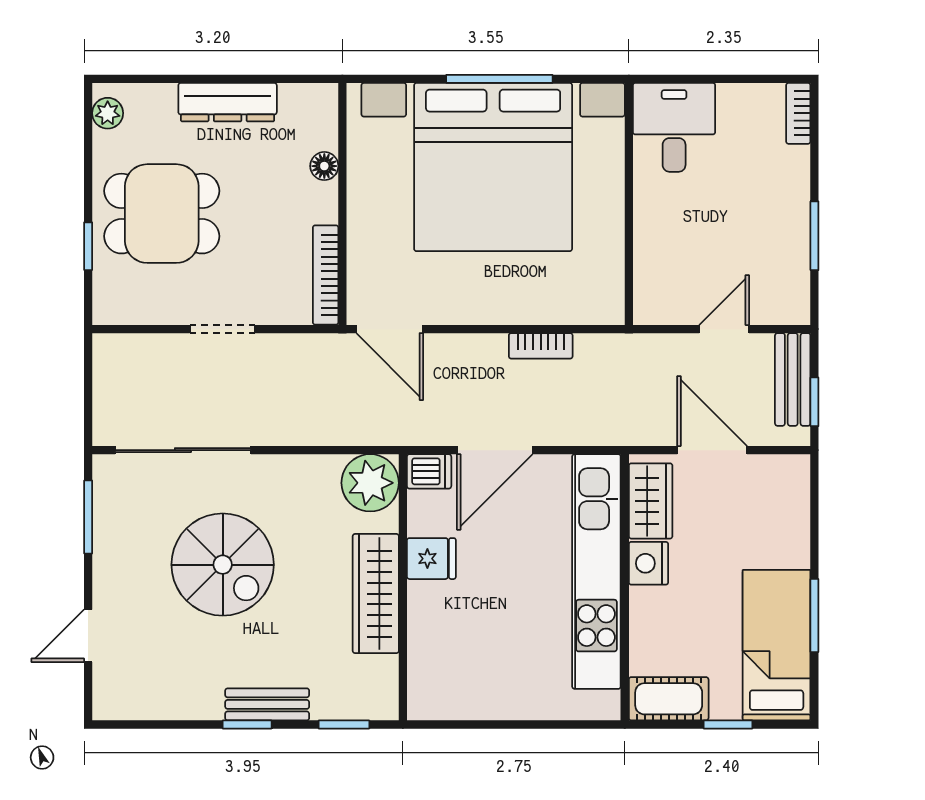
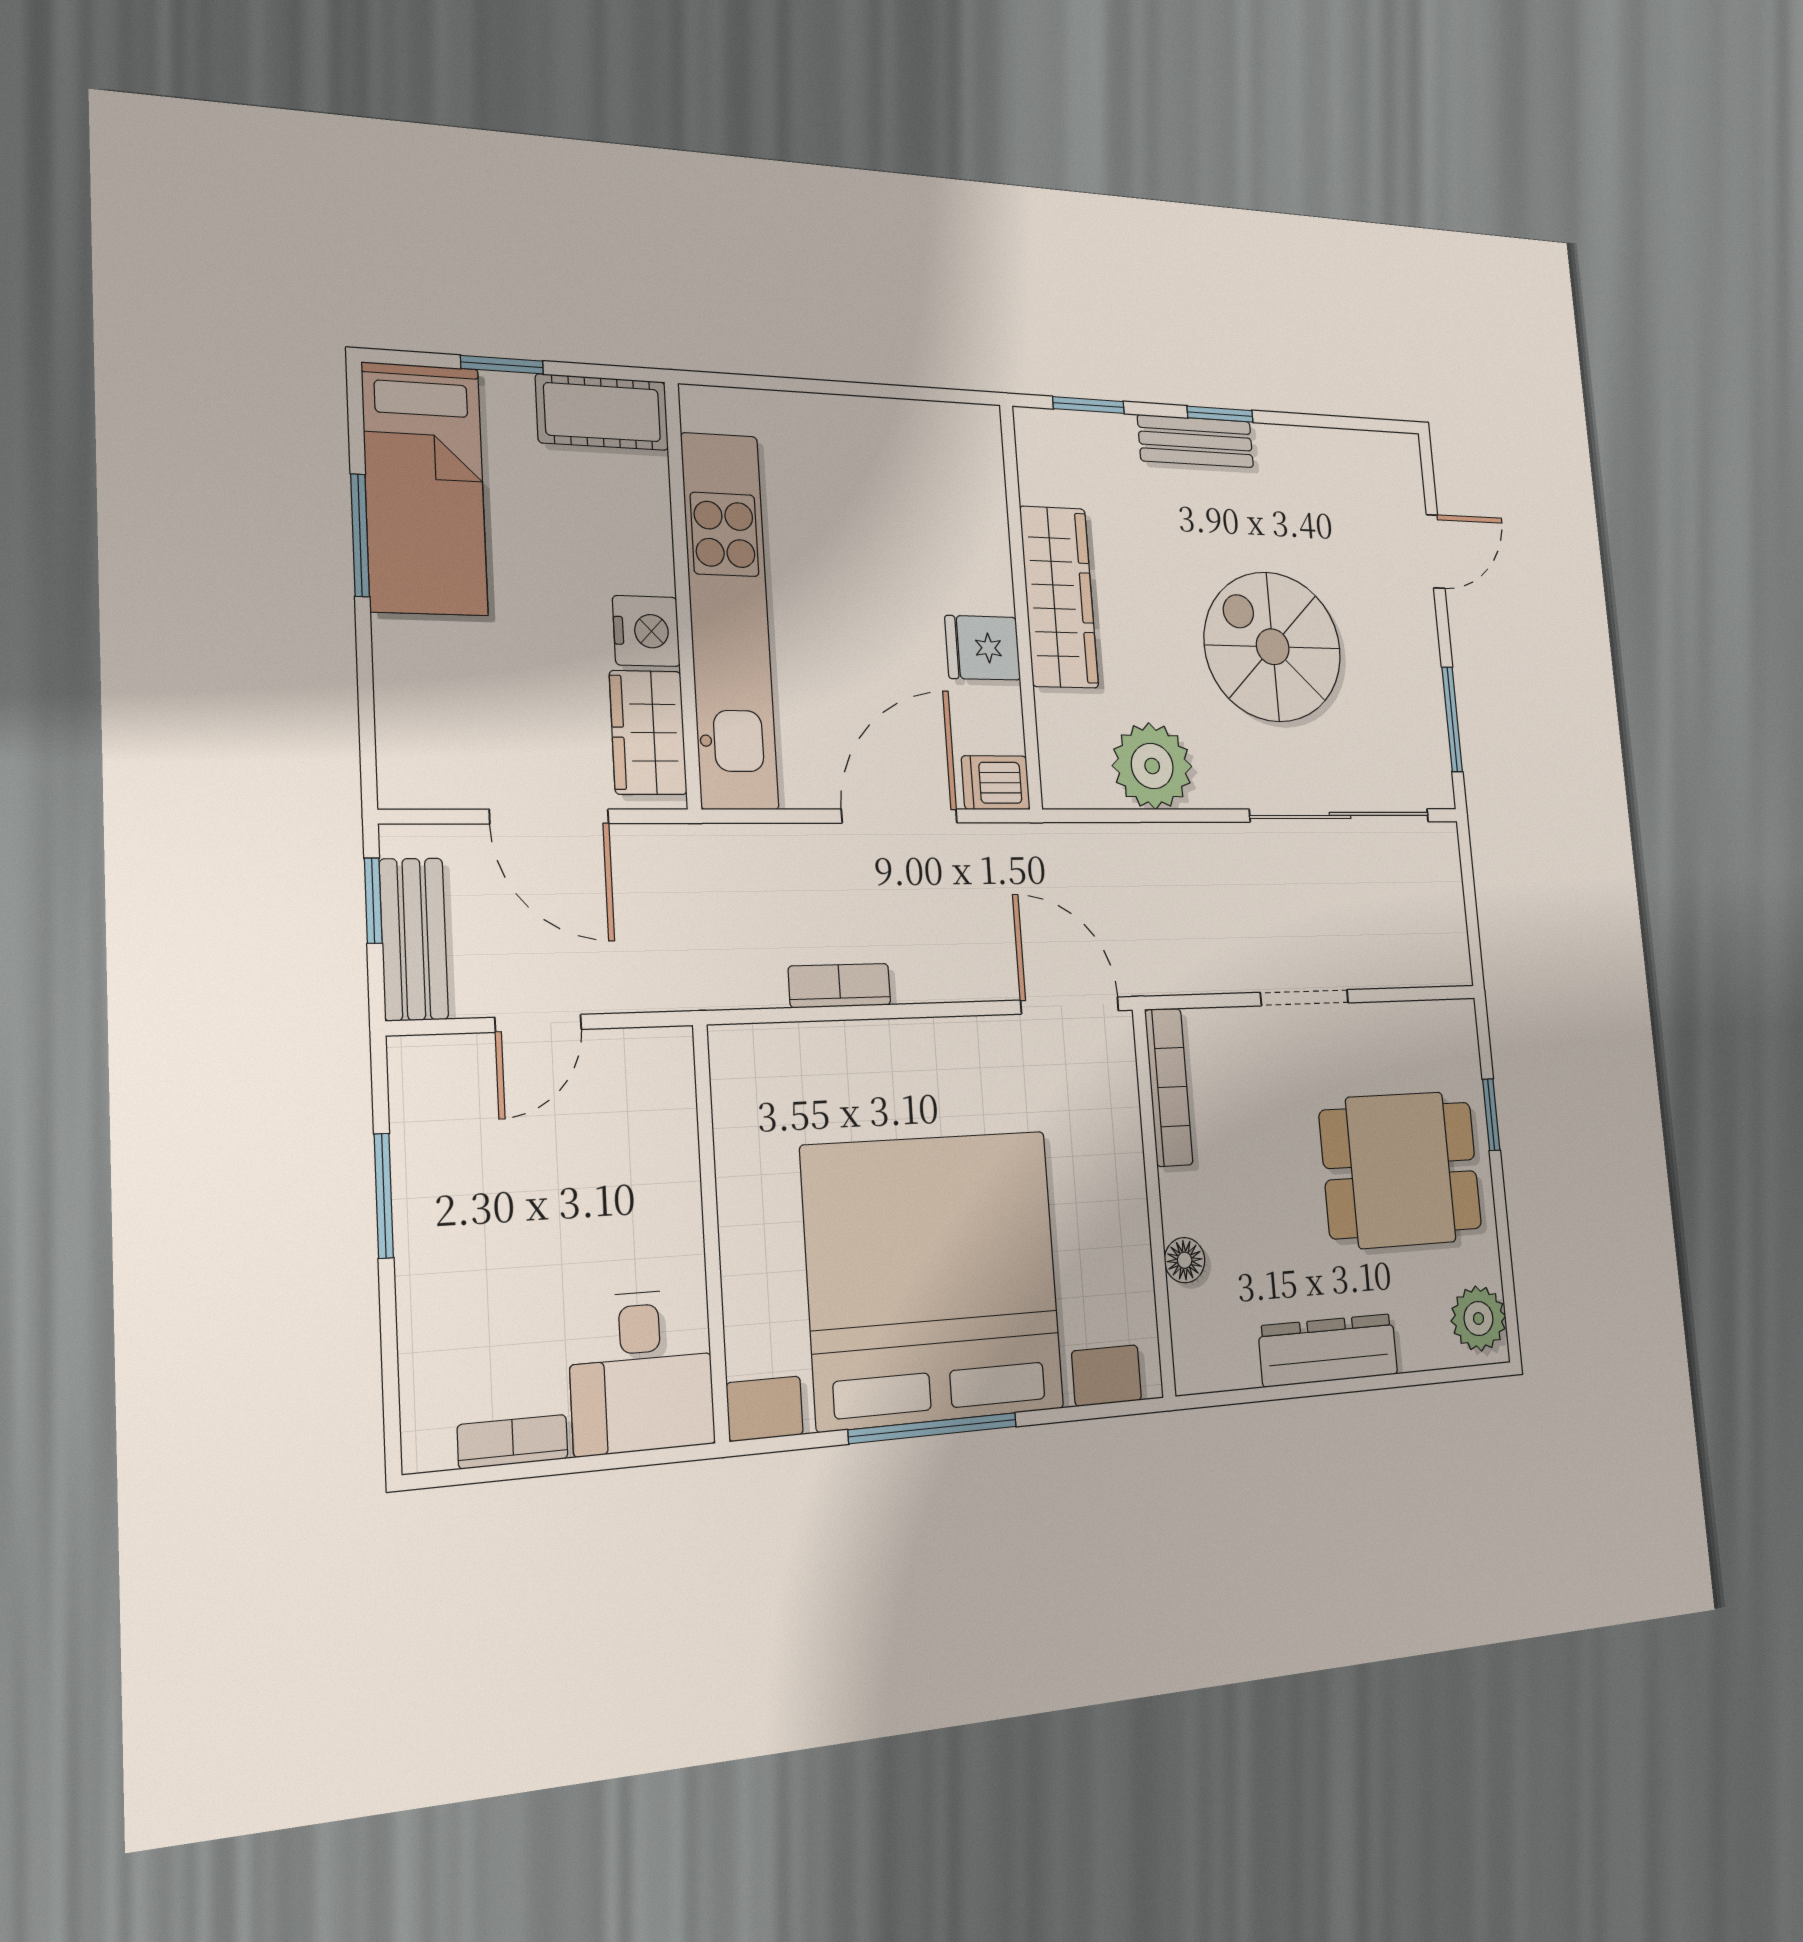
plant: (108, 113) -> (1478, 1318), width x1.38, depth x1.38
bookcase: (798, 113) -> (513, 1442), moved, turned -90
plant: (370, 483) -> (1152, 766), moved

